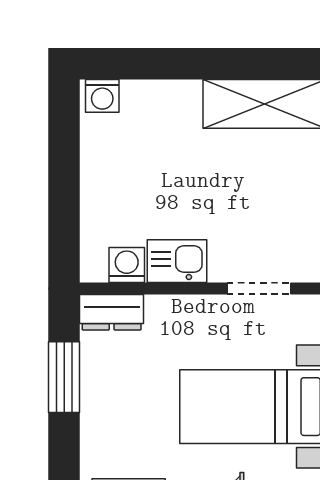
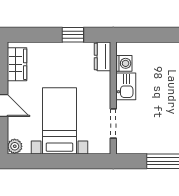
window: (64, 377) -> (73, 35), width x0.67

